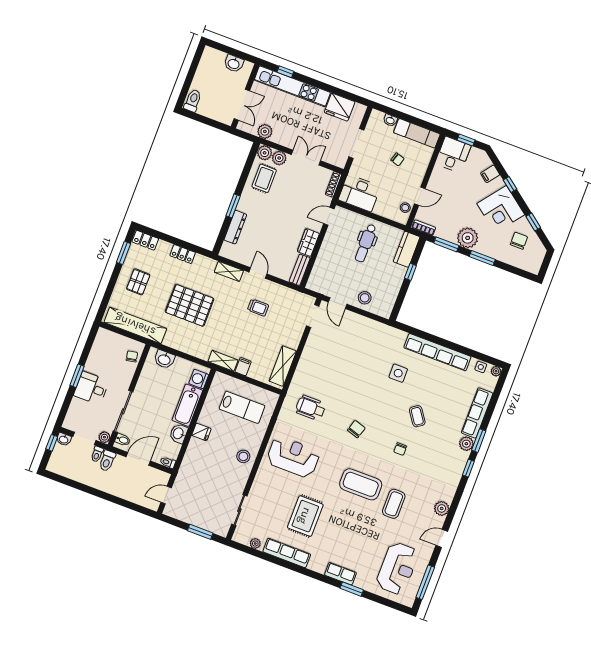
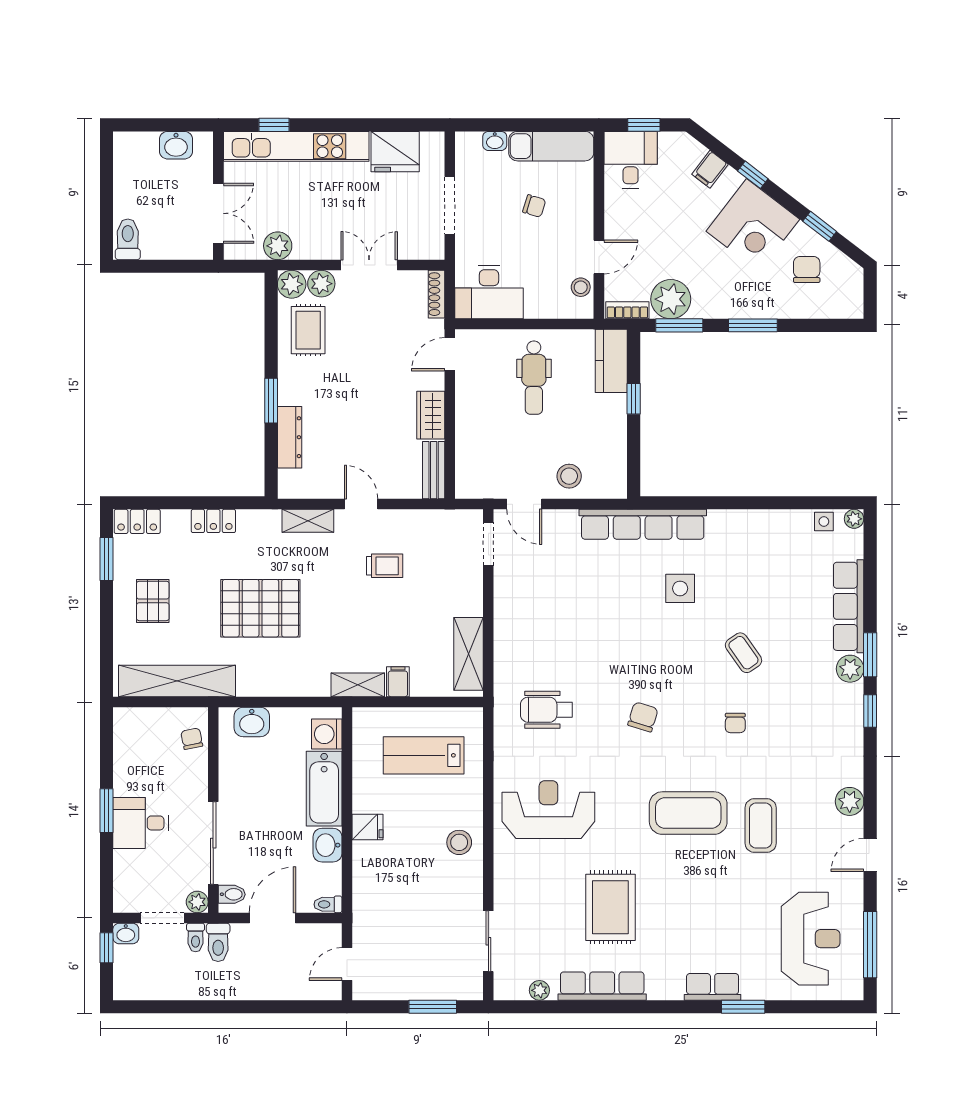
plant: (468, 238) -> (671, 299), moved
row of seats: (437, 352) -> (643, 524), moved
lab bench: (242, 407) -> (424, 755), turned 180

